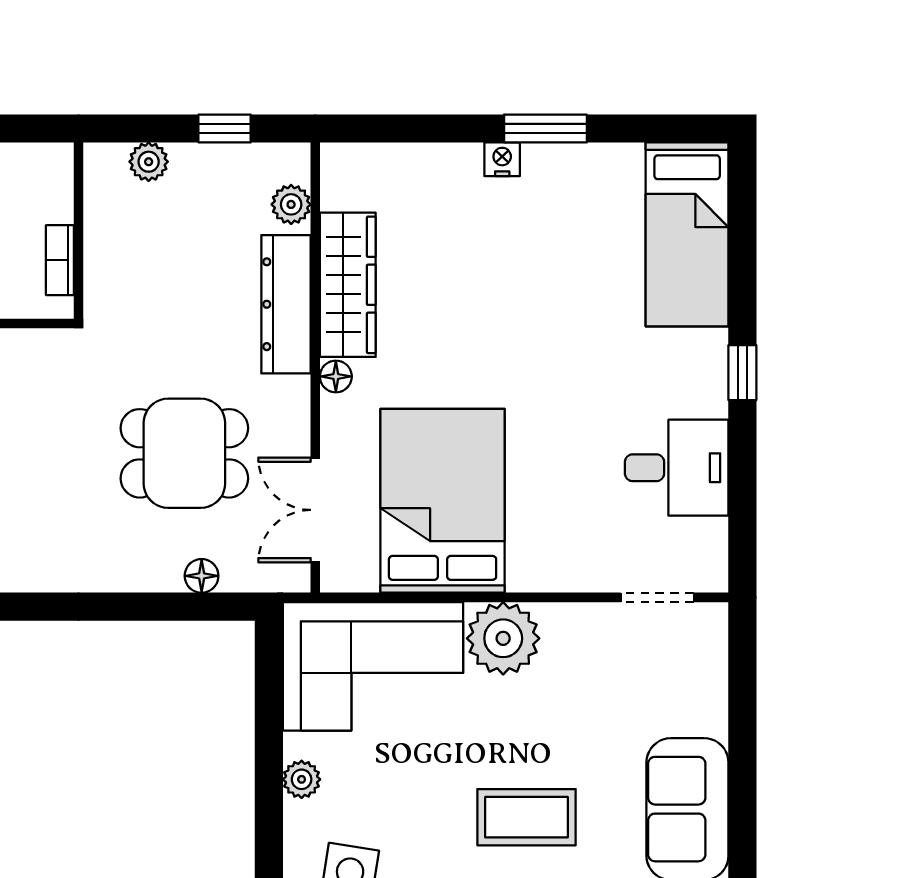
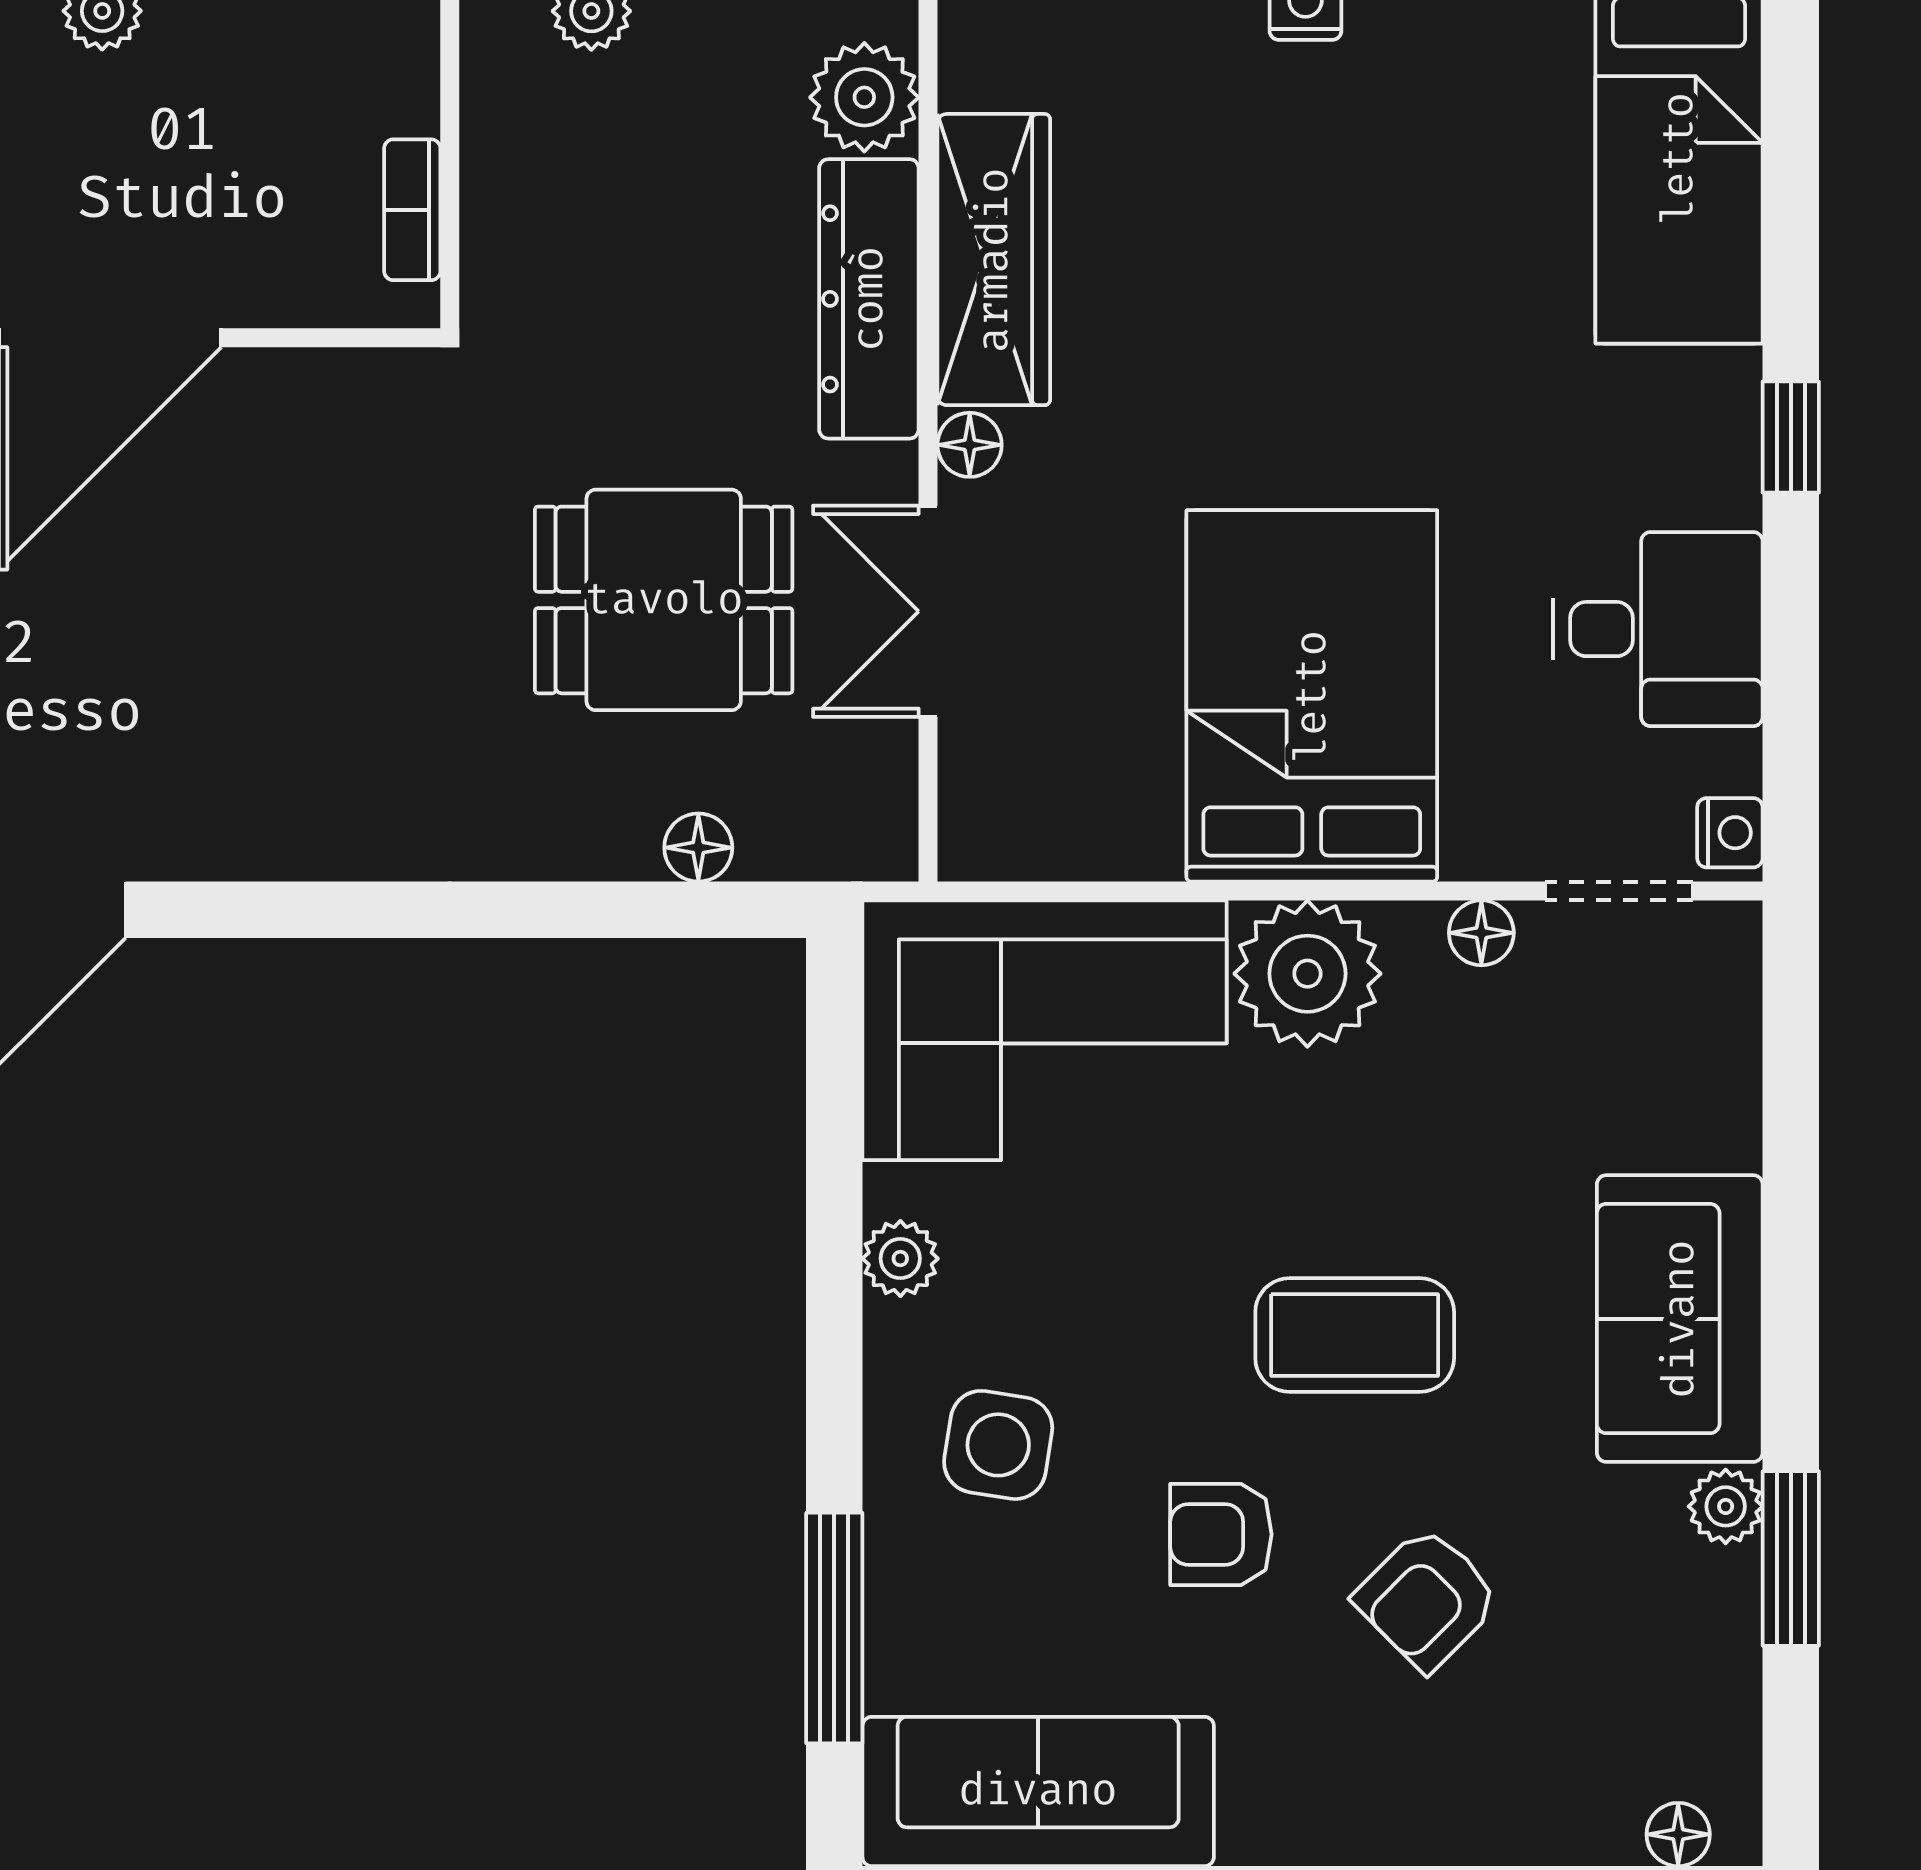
plant: (291, 204) -> (864, 97), width x1.38, depth x1.38
bed: (443, 501) -> (1312, 696), moved
double door: (315, 510) -> (928, 611), moved
nightstand: (712, 569) -> (1730, 833), added
floor lamp: (589, 618) -> (1481, 933), added

